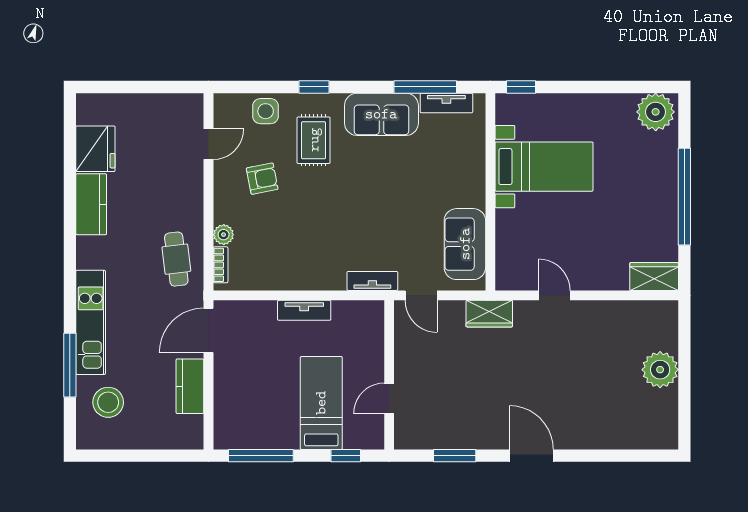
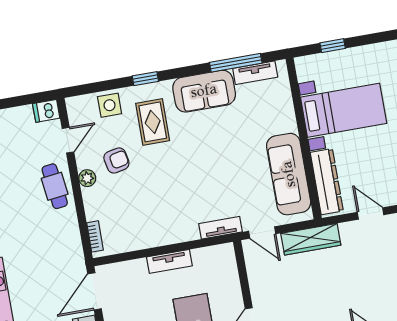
window: (521, 87) -> (333, 46), moved
dishwasher: (189, 105) -> (46, 111), added
plant: (224, 235) -> (87, 178), moved
sofa: (465, 244) -> (289, 174), width x1.36
dresser: (509, 248) -> (327, 182), added
cafe table: (176, 259) -> (55, 186), moved
wardrobe: (489, 314) -> (311, 239), width x1.50

